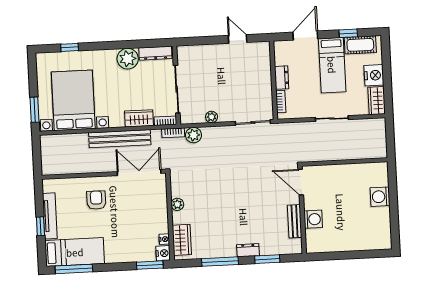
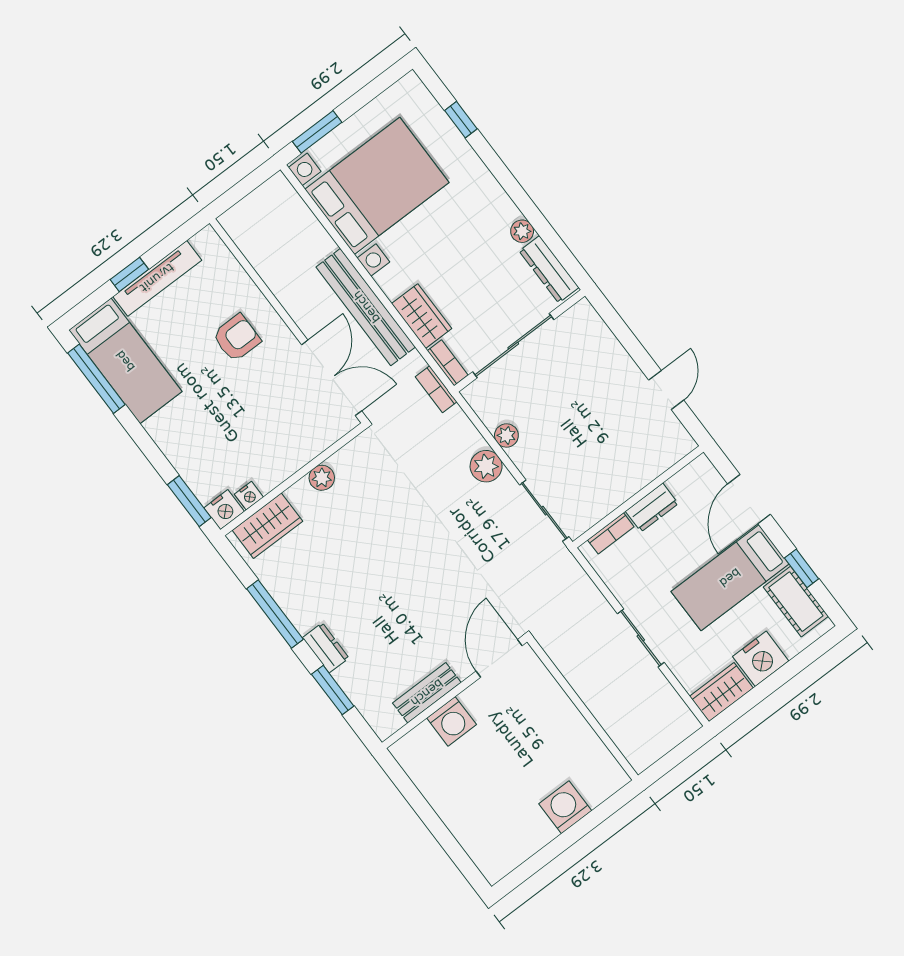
door: (305, 35) -> (749, 499), swing flipped
plant: (128, 59) -> (522, 231), width x0.53, depth x0.53
plant: (194, 135) -> (486, 466), moved

